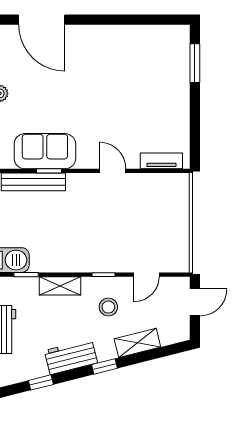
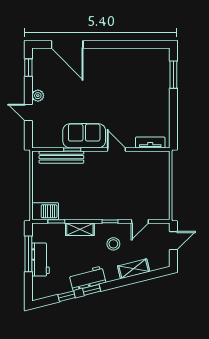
sofa: (45, 151) -> (84, 136), moved
window: (104, 366) -> (92, 290), moved

